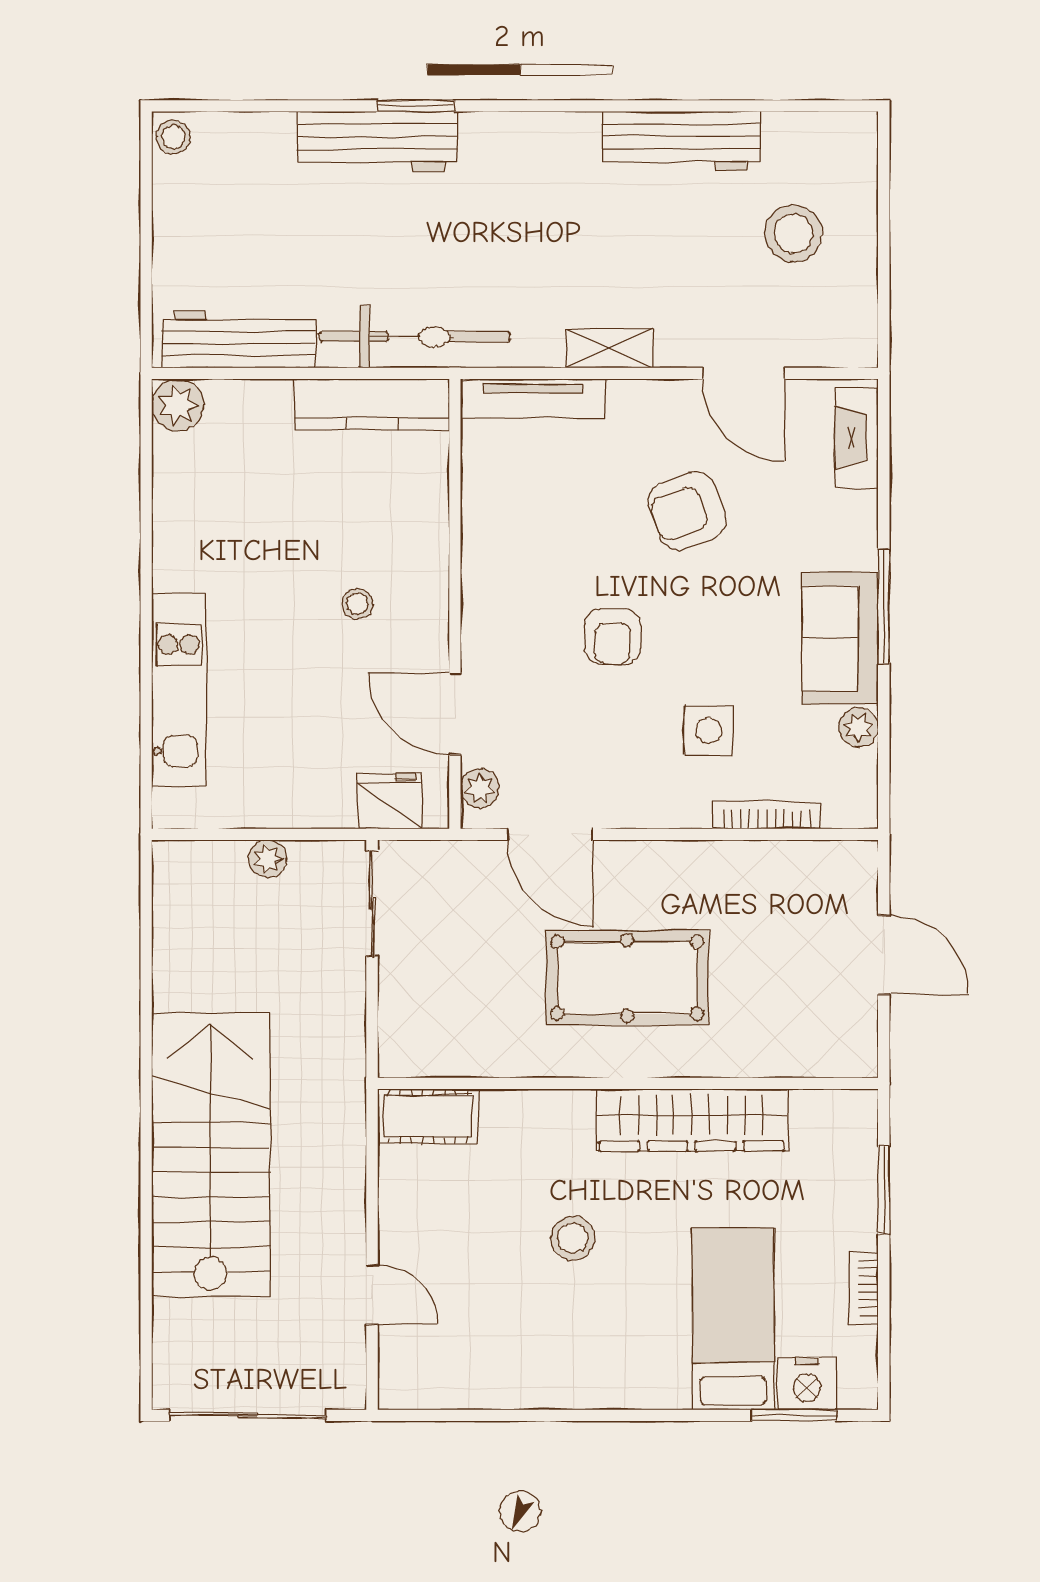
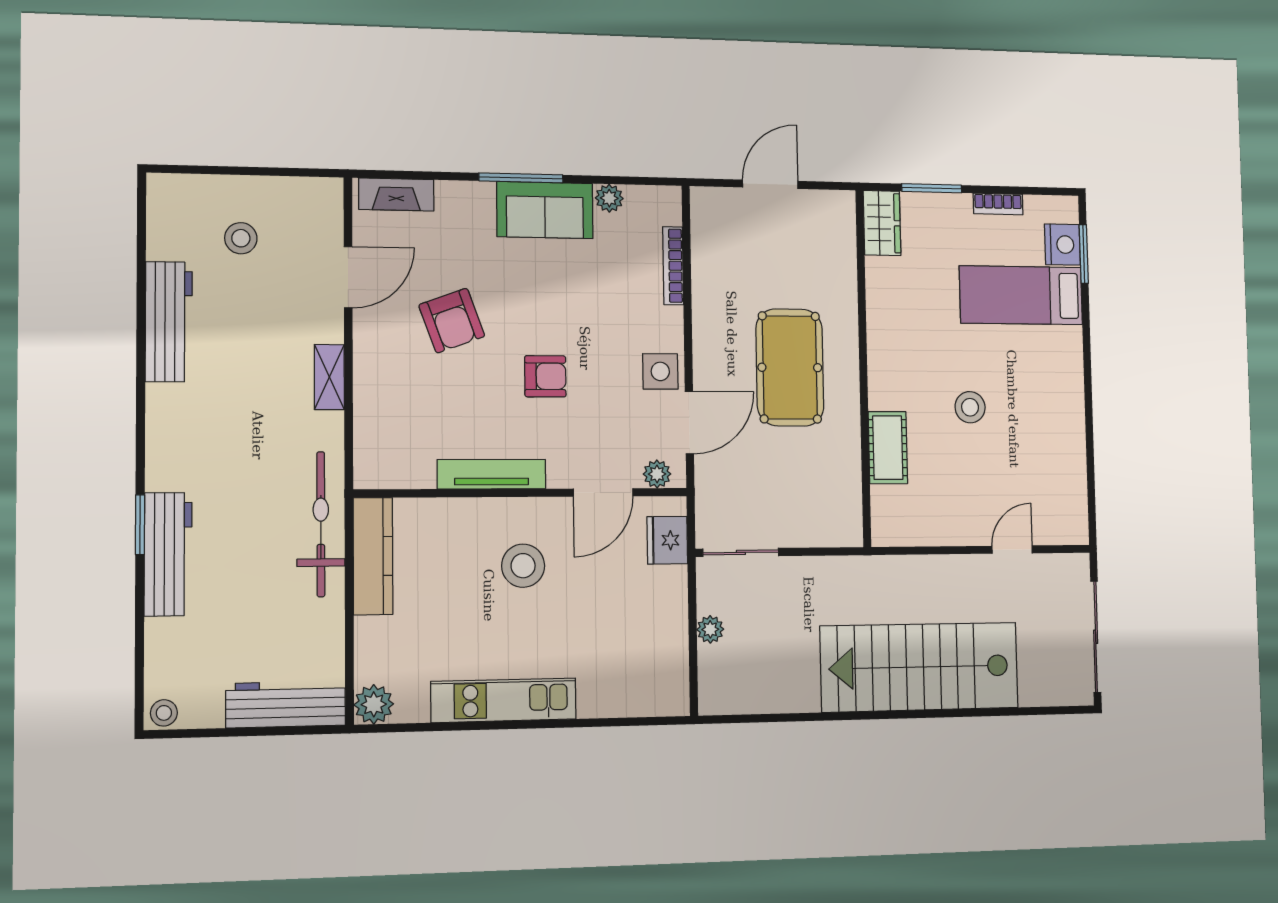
stool: (793, 233) -> (241, 238), width x0.73, depth x0.73
workbench: (239, 339) -> (286, 704), moved, turned 90
tv unit: (533, 399) -> (492, 474), moved, turned -90
stool: (357, 604) -> (523, 566), width x1.89, depth x1.89
kitchen unit: (179, 689) -> (504, 700), moved
side table: (709, 730) -> (660, 371), moved
cot: (428, 1116) -> (888, 448), moved
wardrobe: (692, 1120) -> (882, 223), moved, width x0.48, depth x0.85

